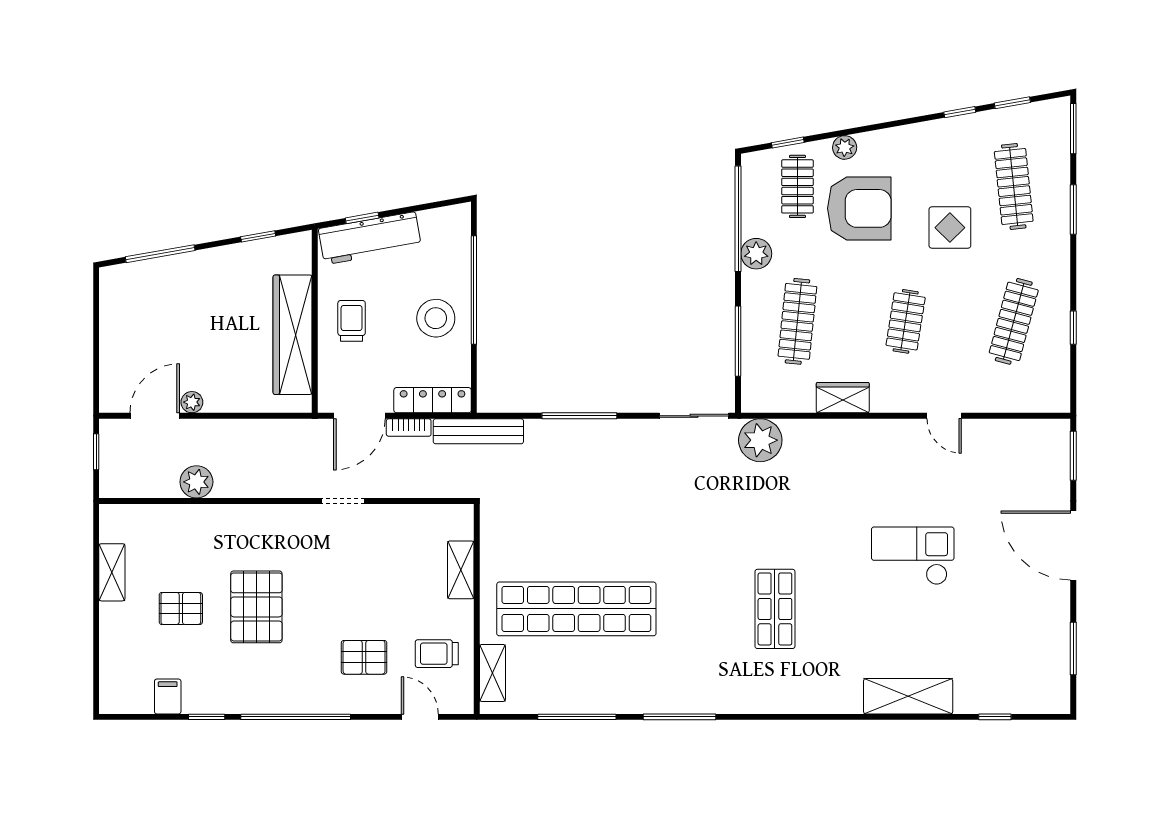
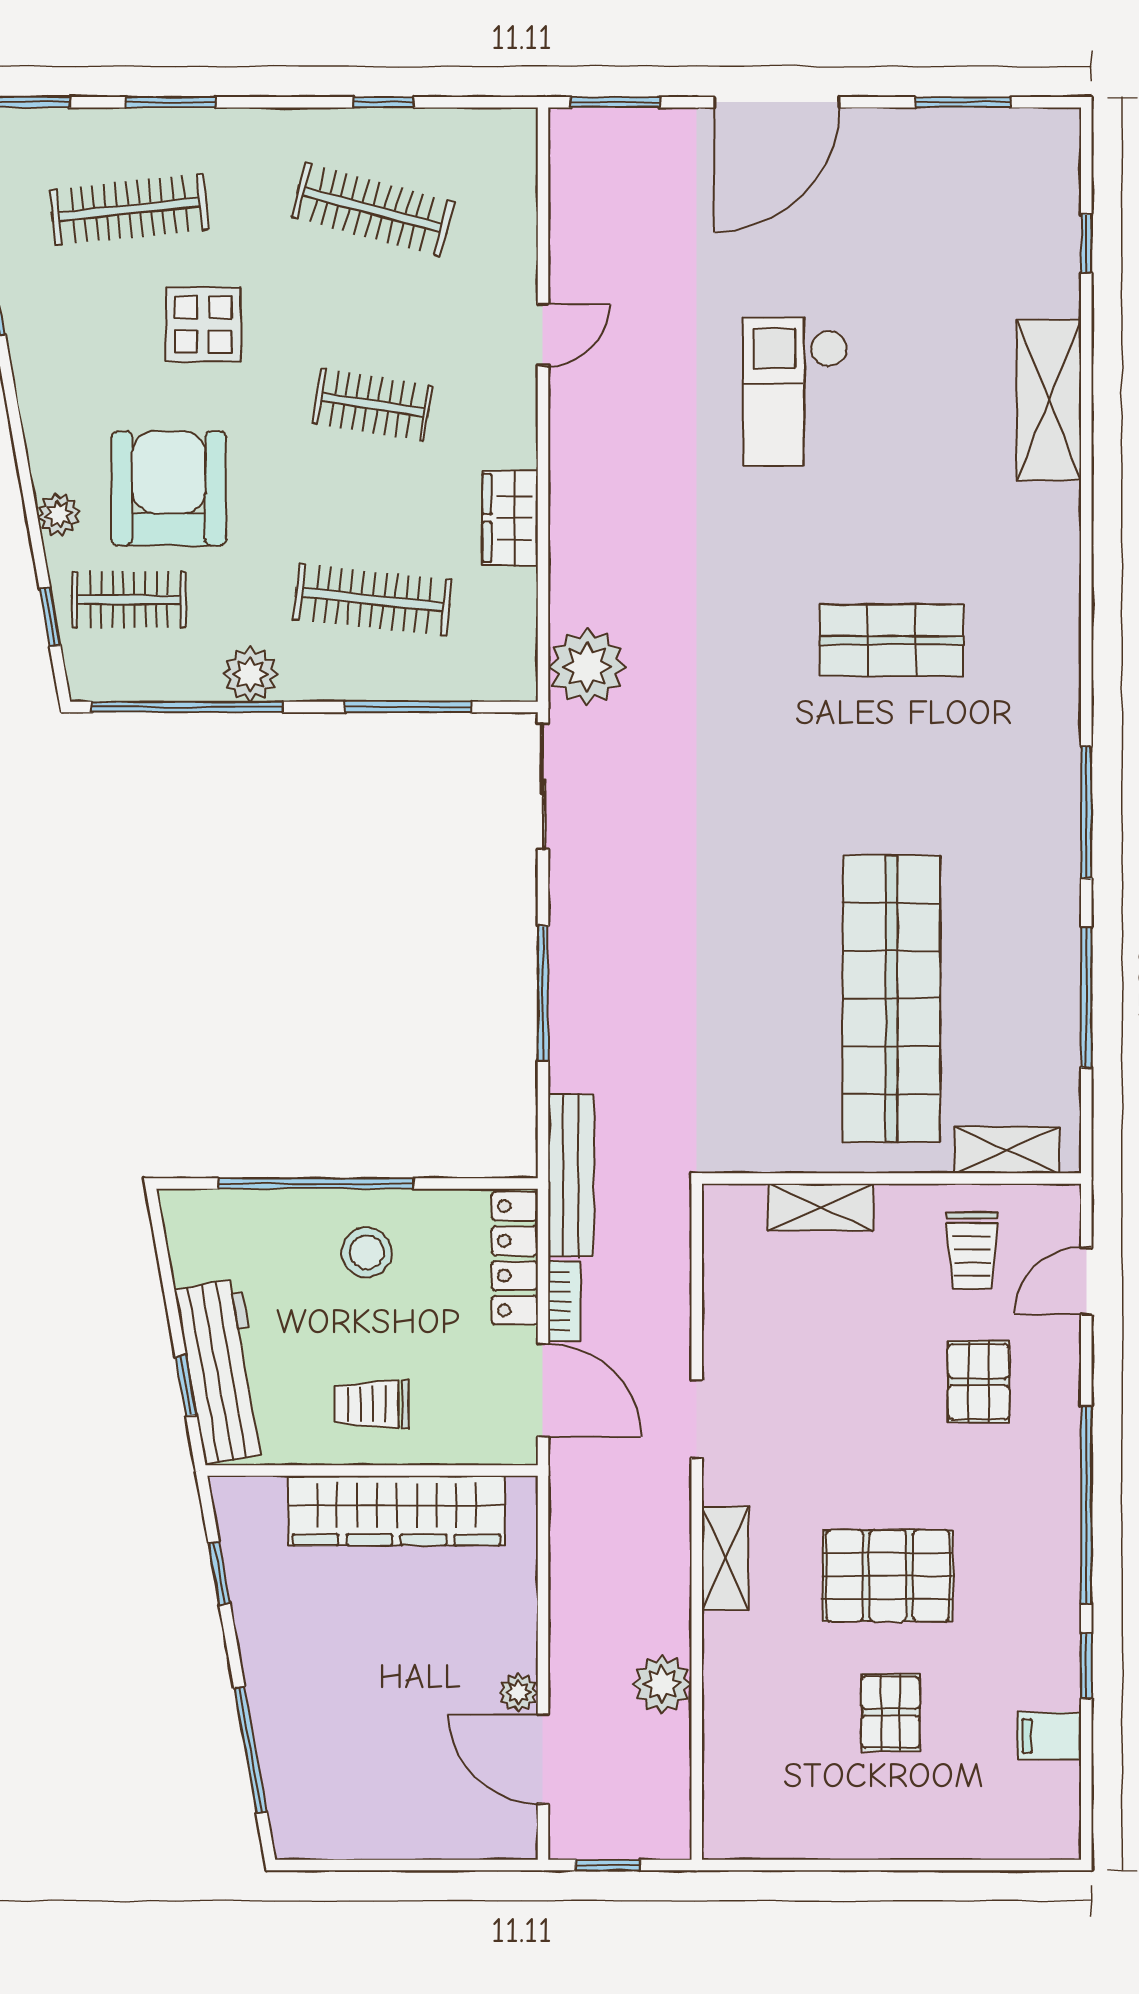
stool: (436, 318) -> (367, 1252), width x0.73, depth x0.73
shelving: (112, 572) -> (725, 1558), moved, turned 90

